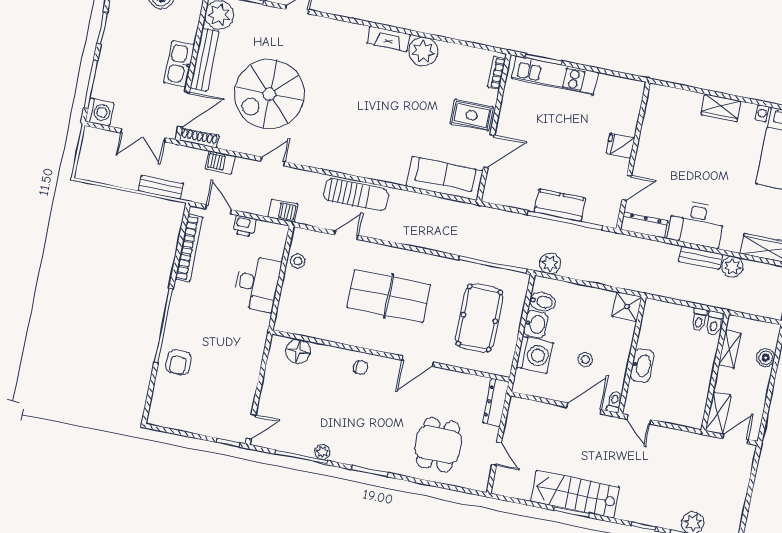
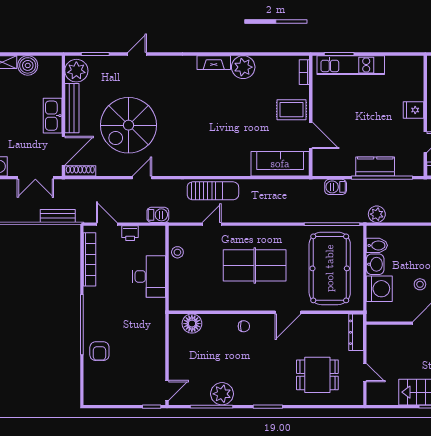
door: (489, 151) -> (311, 135), hinge flipped
barbecue: (220, 162) -> (336, 187), moved
pool table: (479, 318) -> (330, 268), width x1.36, depth x1.32
dining table: (438, 445) -> (317, 375), turned 90
plant: (322, 452) -> (222, 394), width x1.87, depth x1.87

